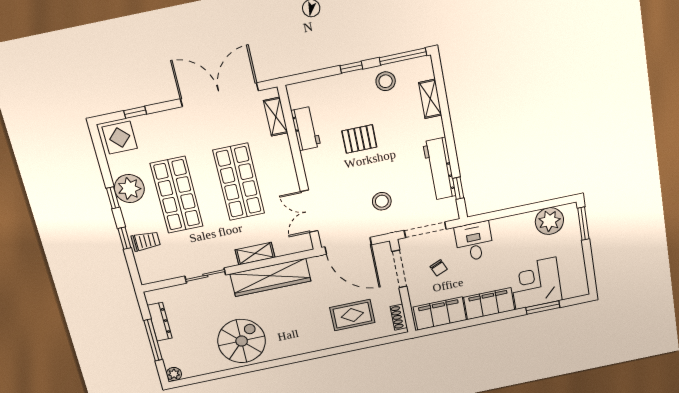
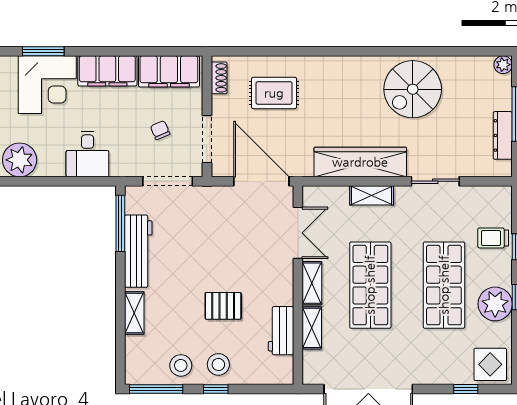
shelving: (430, 99) -> (134, 313), moved
shelving: (276, 117) -> (312, 328), moved
shelving: (288, 173) -> (312, 283), added
window: (458, 188) -> (120, 223), width x2.17
stool: (382, 201) -> (218, 364), moved
desk: (474, 242) -> (87, 154), moved

